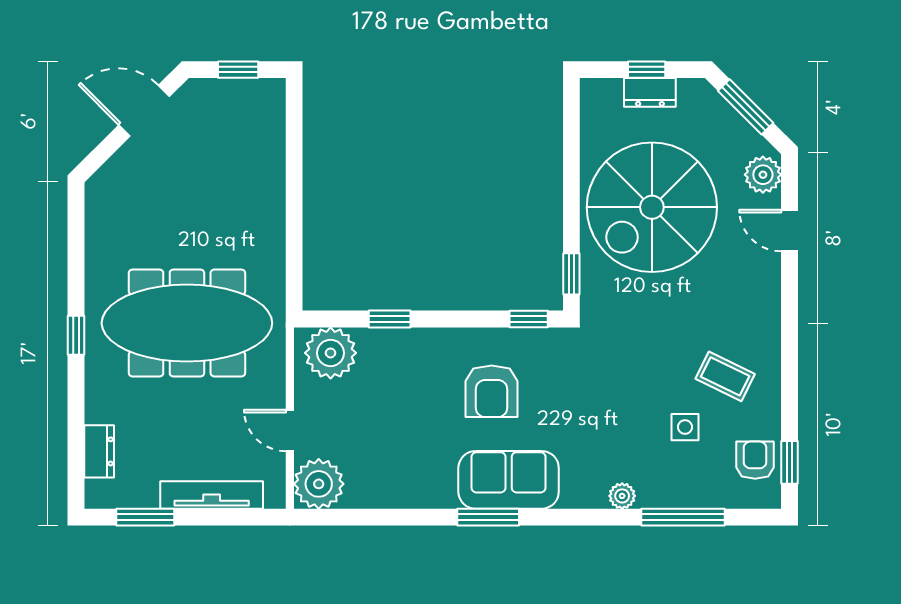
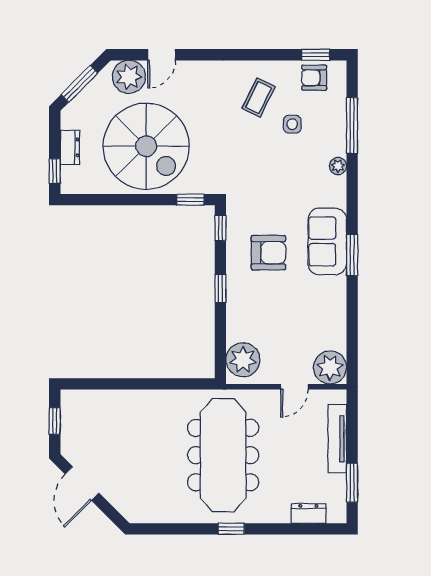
window: (647, 70) -> (55, 171), moved
plant: (763, 175) -> (129, 77), width x1.36, depth x1.36
window: (390, 319) -> (220, 288), moved

